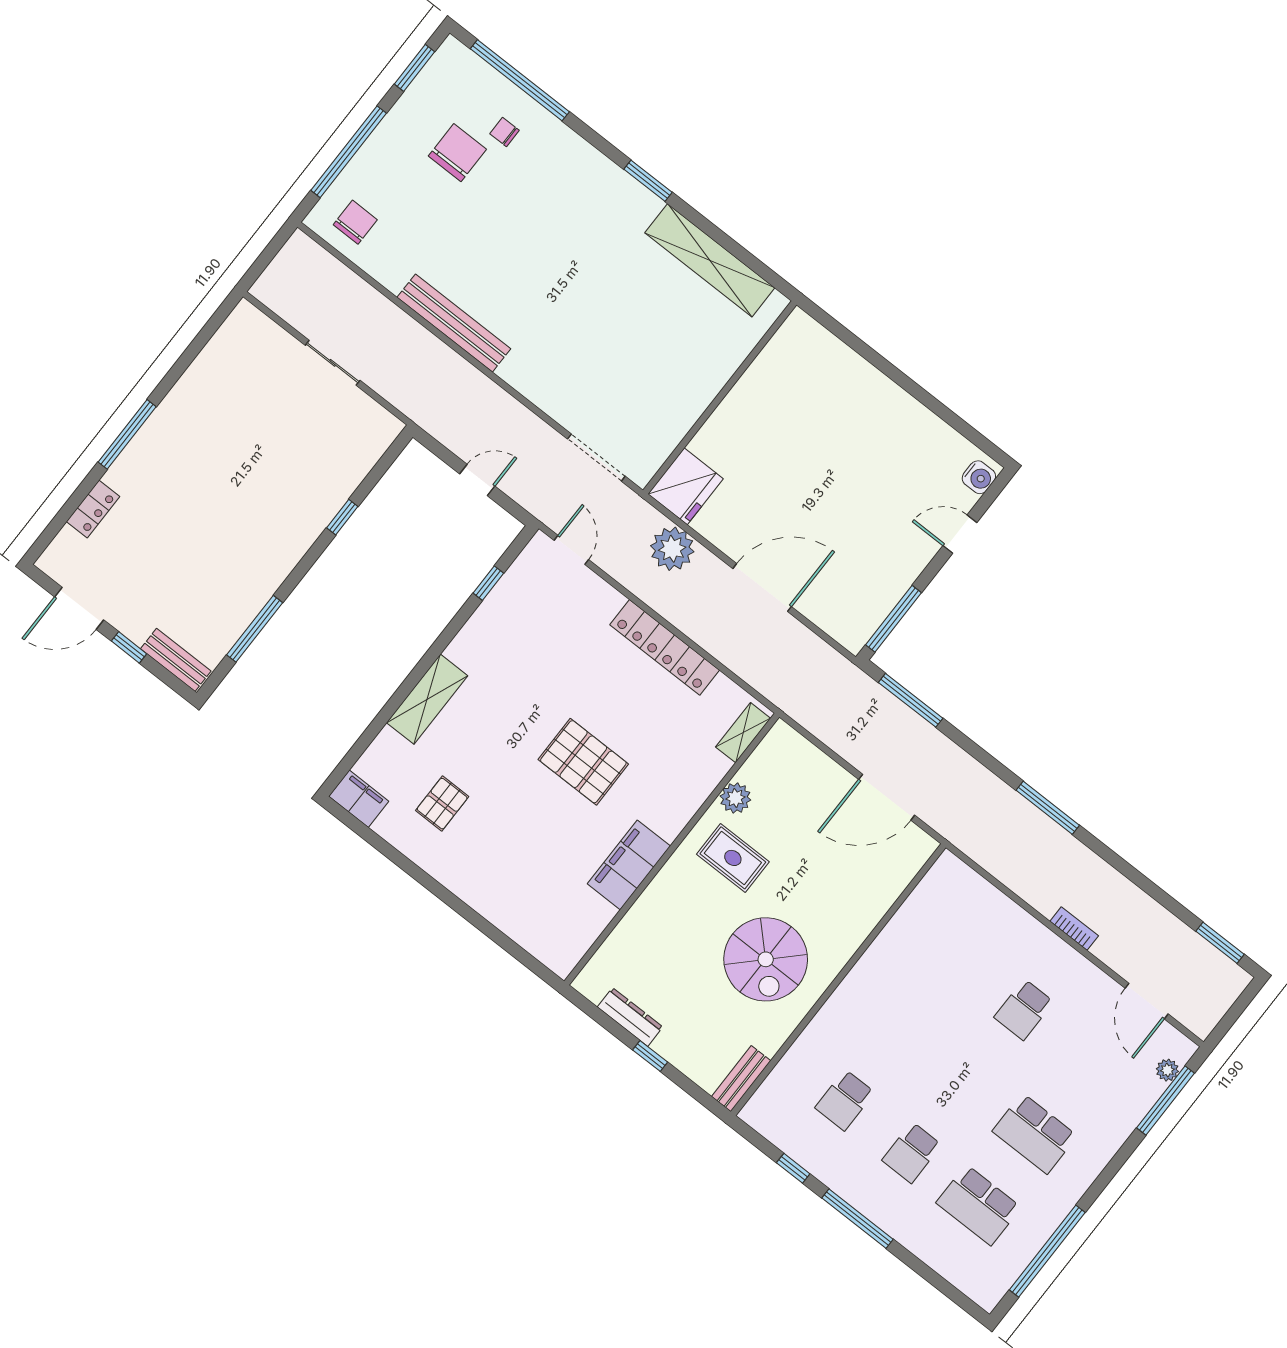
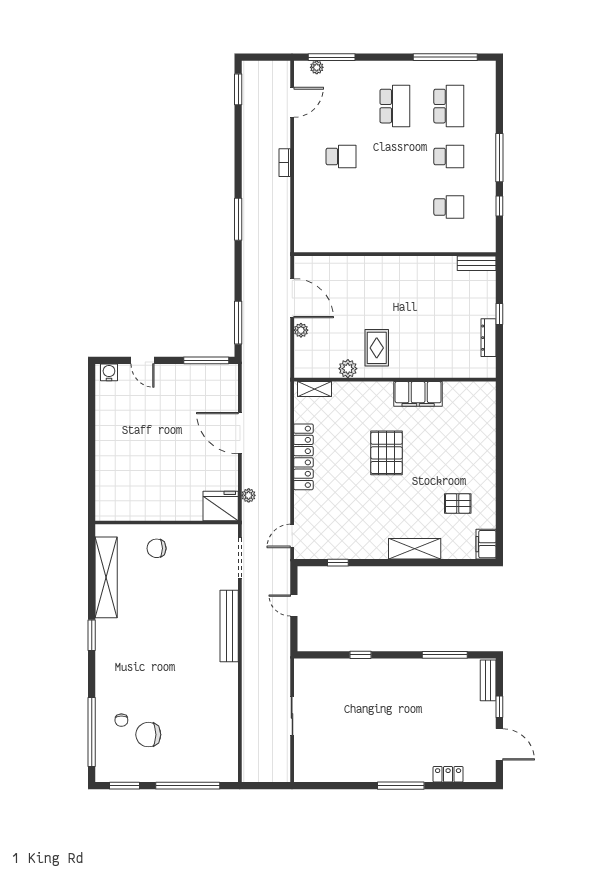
chair: (355, 222) -> (157, 548), moved
bench: (454, 323) -> (229, 626), moved
plant: (672, 549) -> (249, 495), width x0.53, depth x0.53
plant: (835, 776) -> (301, 330), added
spiral stairs: (766, 959) -> (412, 295), removed

